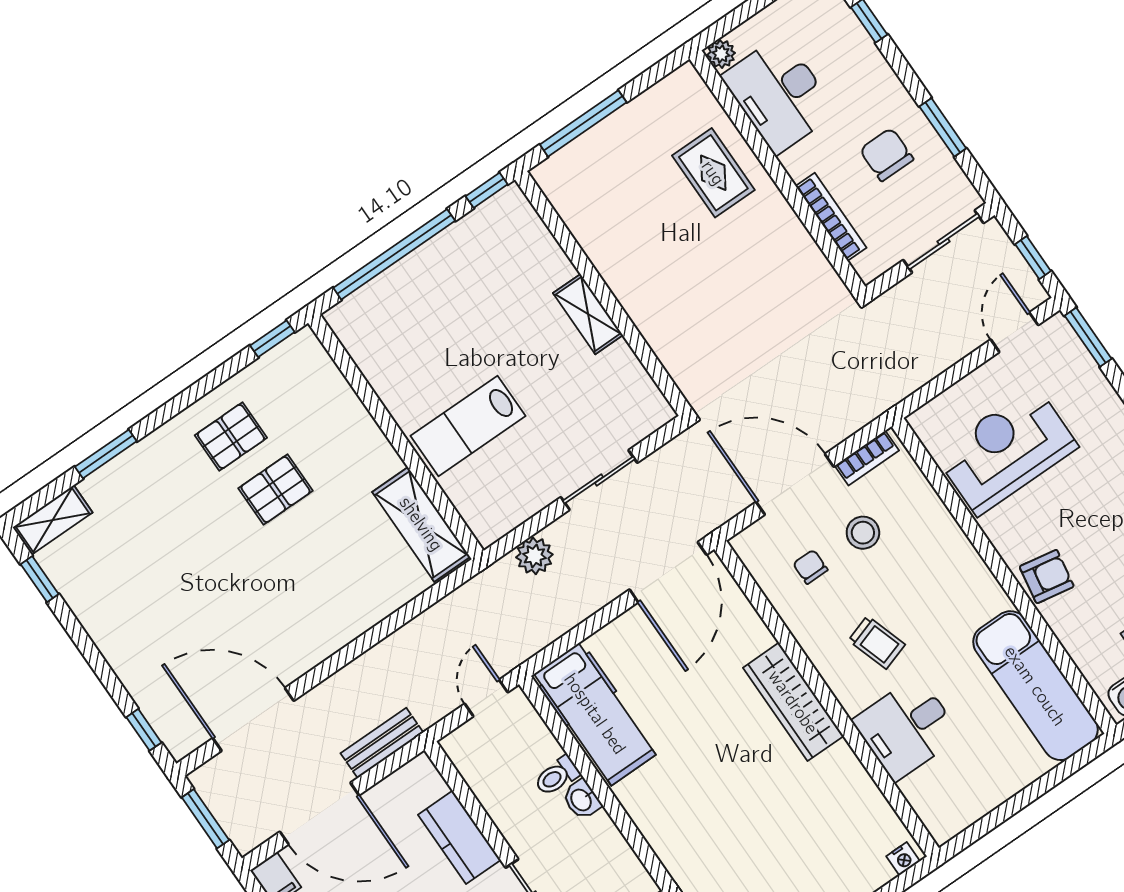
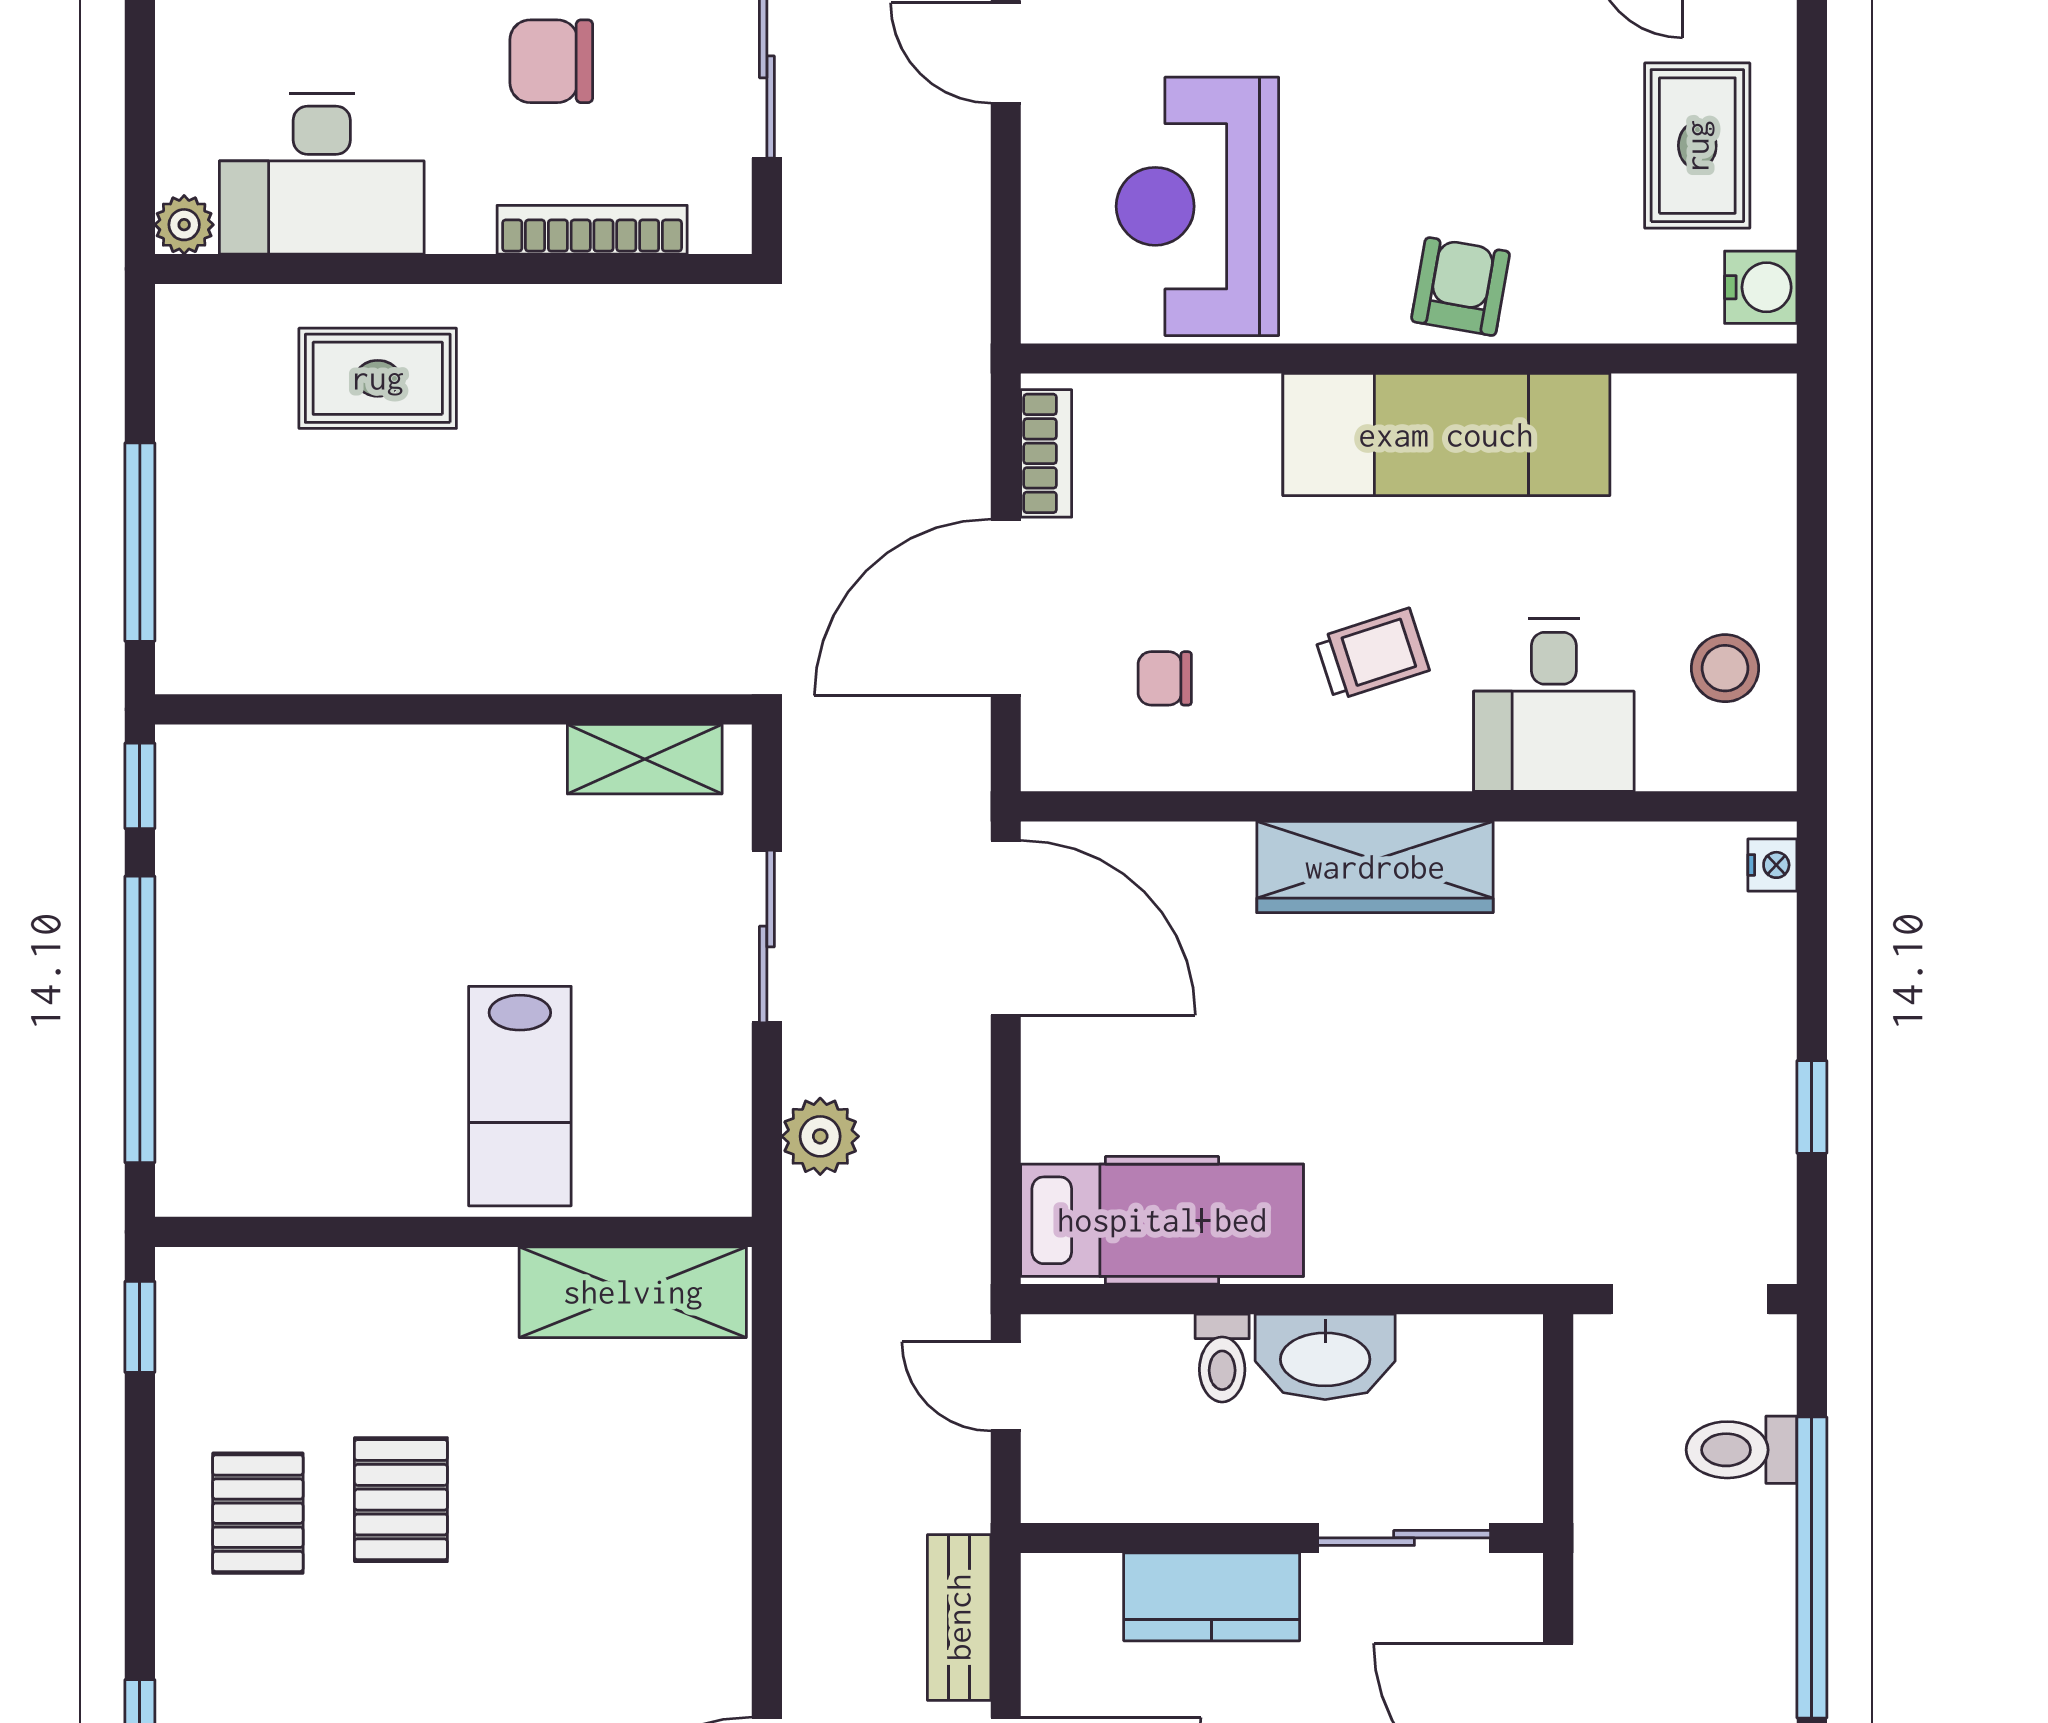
shelving: (588, 314) -> (645, 759), moved
stool: (863, 533) -> (1725, 668), moved
exam couch: (1035, 686) -> (1446, 435), moved
washbasin: (582, 800) -> (1325, 1357), width x1.91, depth x1.45

